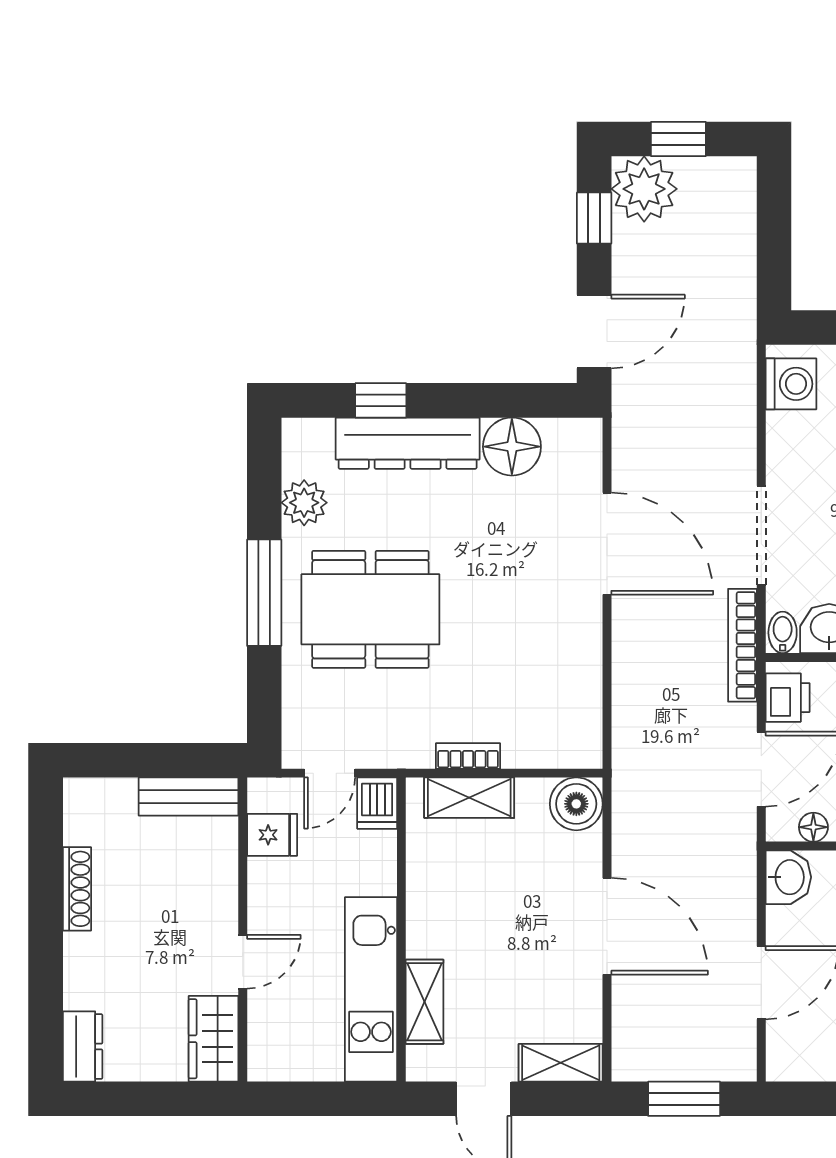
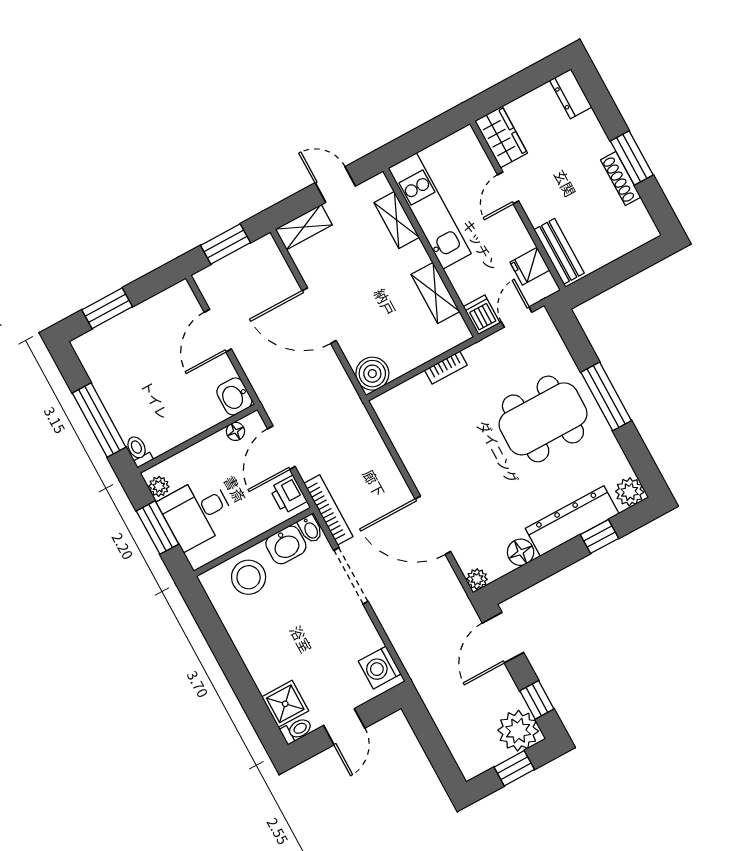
plant: (586, 434) -> (477, 579), added
floor lamp: (512, 447) -> (521, 552), width x0.73, depth x0.73
plant: (304, 503) -> (630, 492), moved
bench: (189, 797) -> (559, 251), moved, turned 90
shelving: (469, 798) -> (435, 293), moved, turned 90
window: (46, 909) -> (632, 158), added

